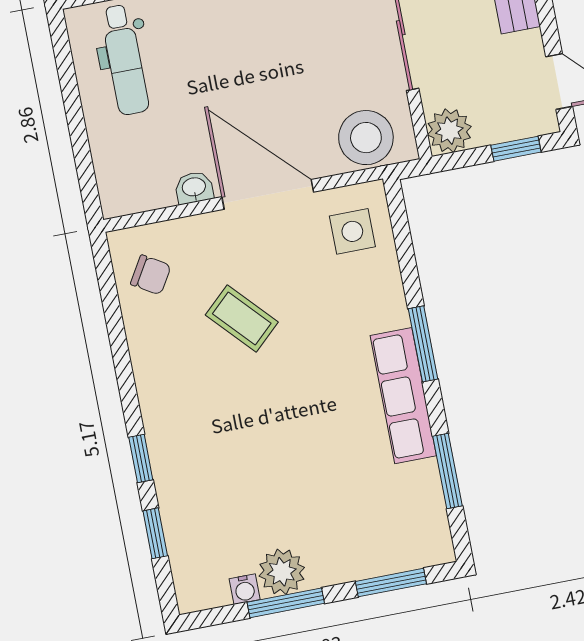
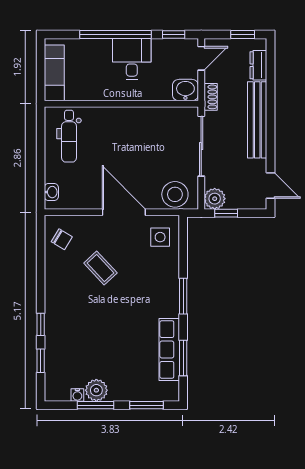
window: (516, 149) -> (226, 213), moved
washbasin: (194, 188) -> (51, 192), moved, turned 90
row of seats: (403, 396) -> (169, 349), moved

